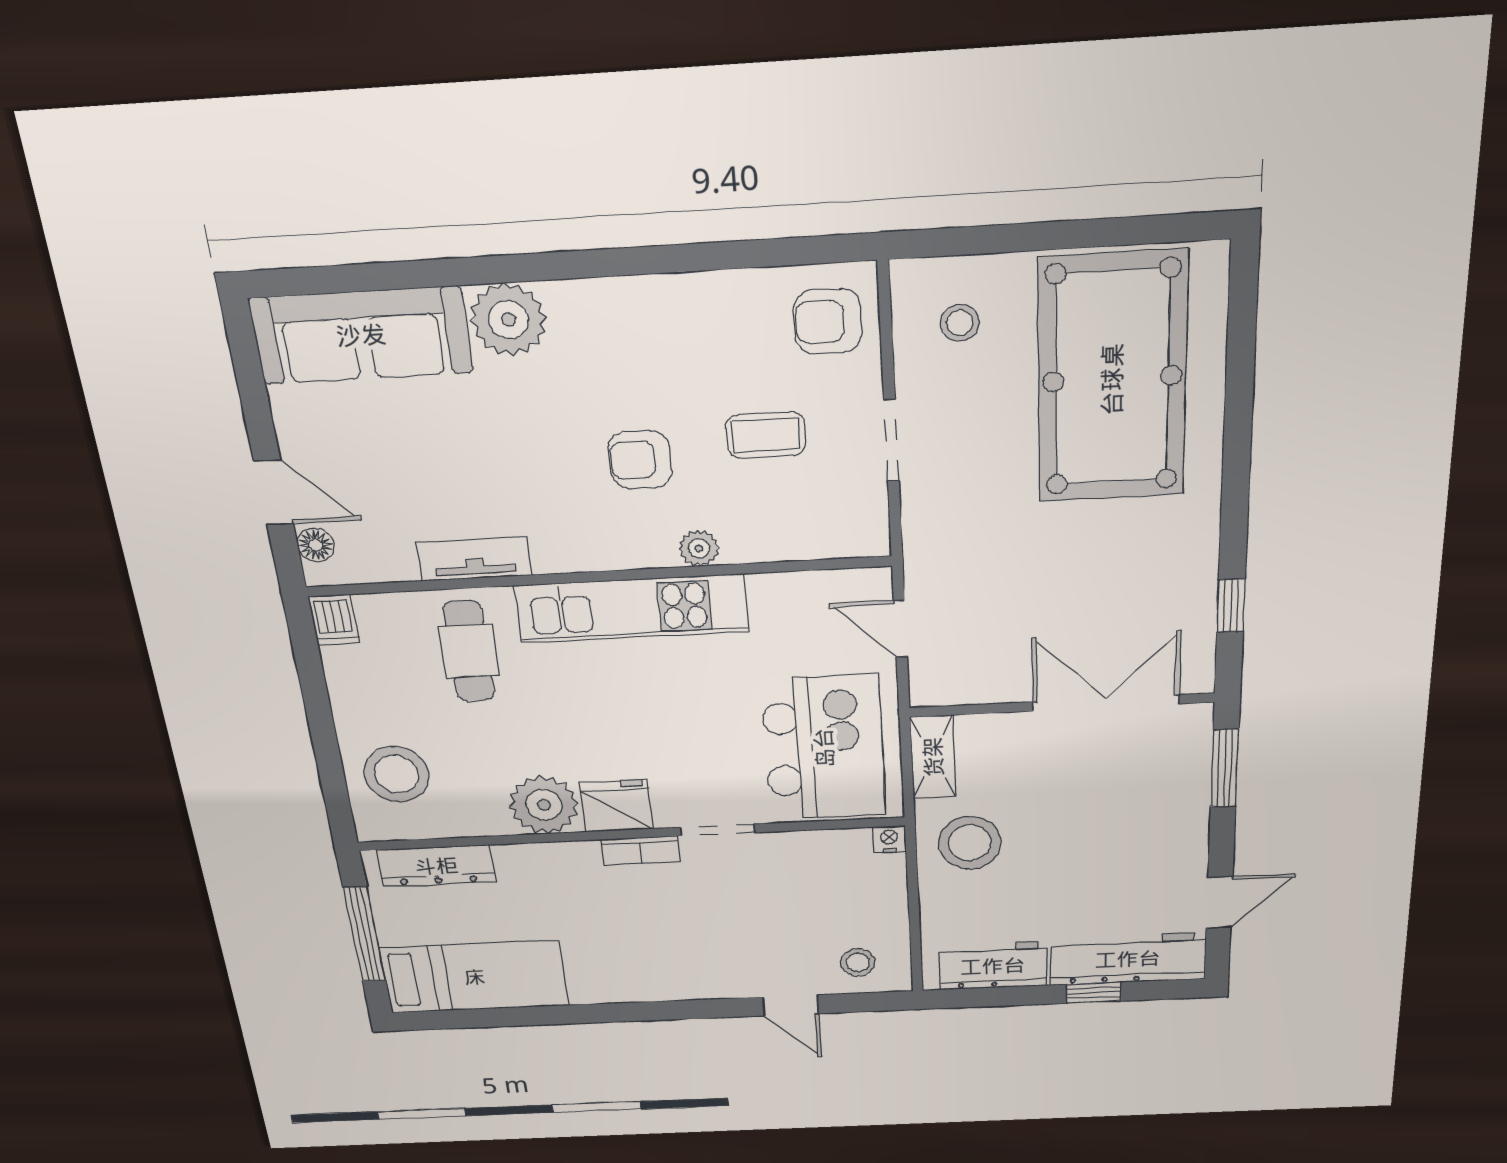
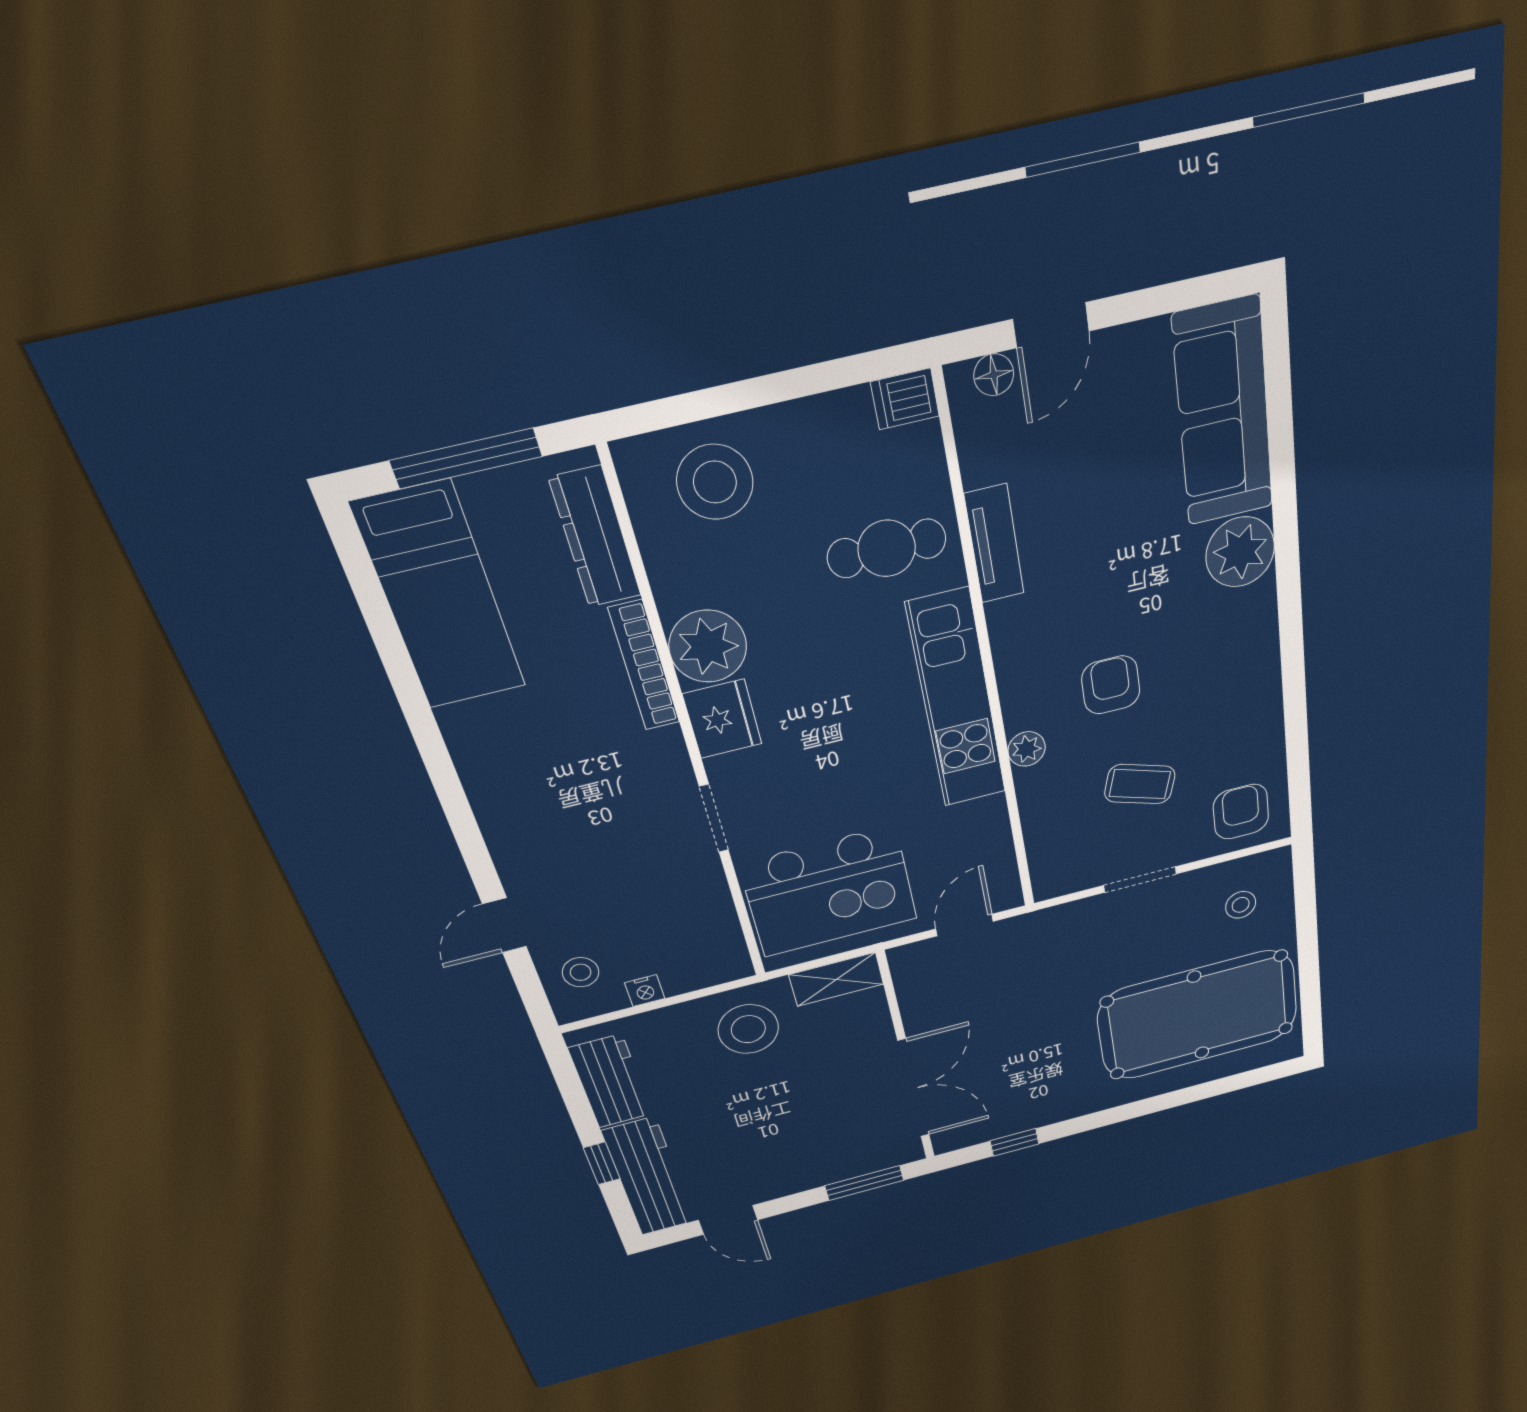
coffee table: (766, 435) -> (1140, 784), turned -72
nightstand: (889, 839) -> (645, 991), moved, turned 90
bookcase: (641, 851) -> (644, 666), moved, width x1.56

